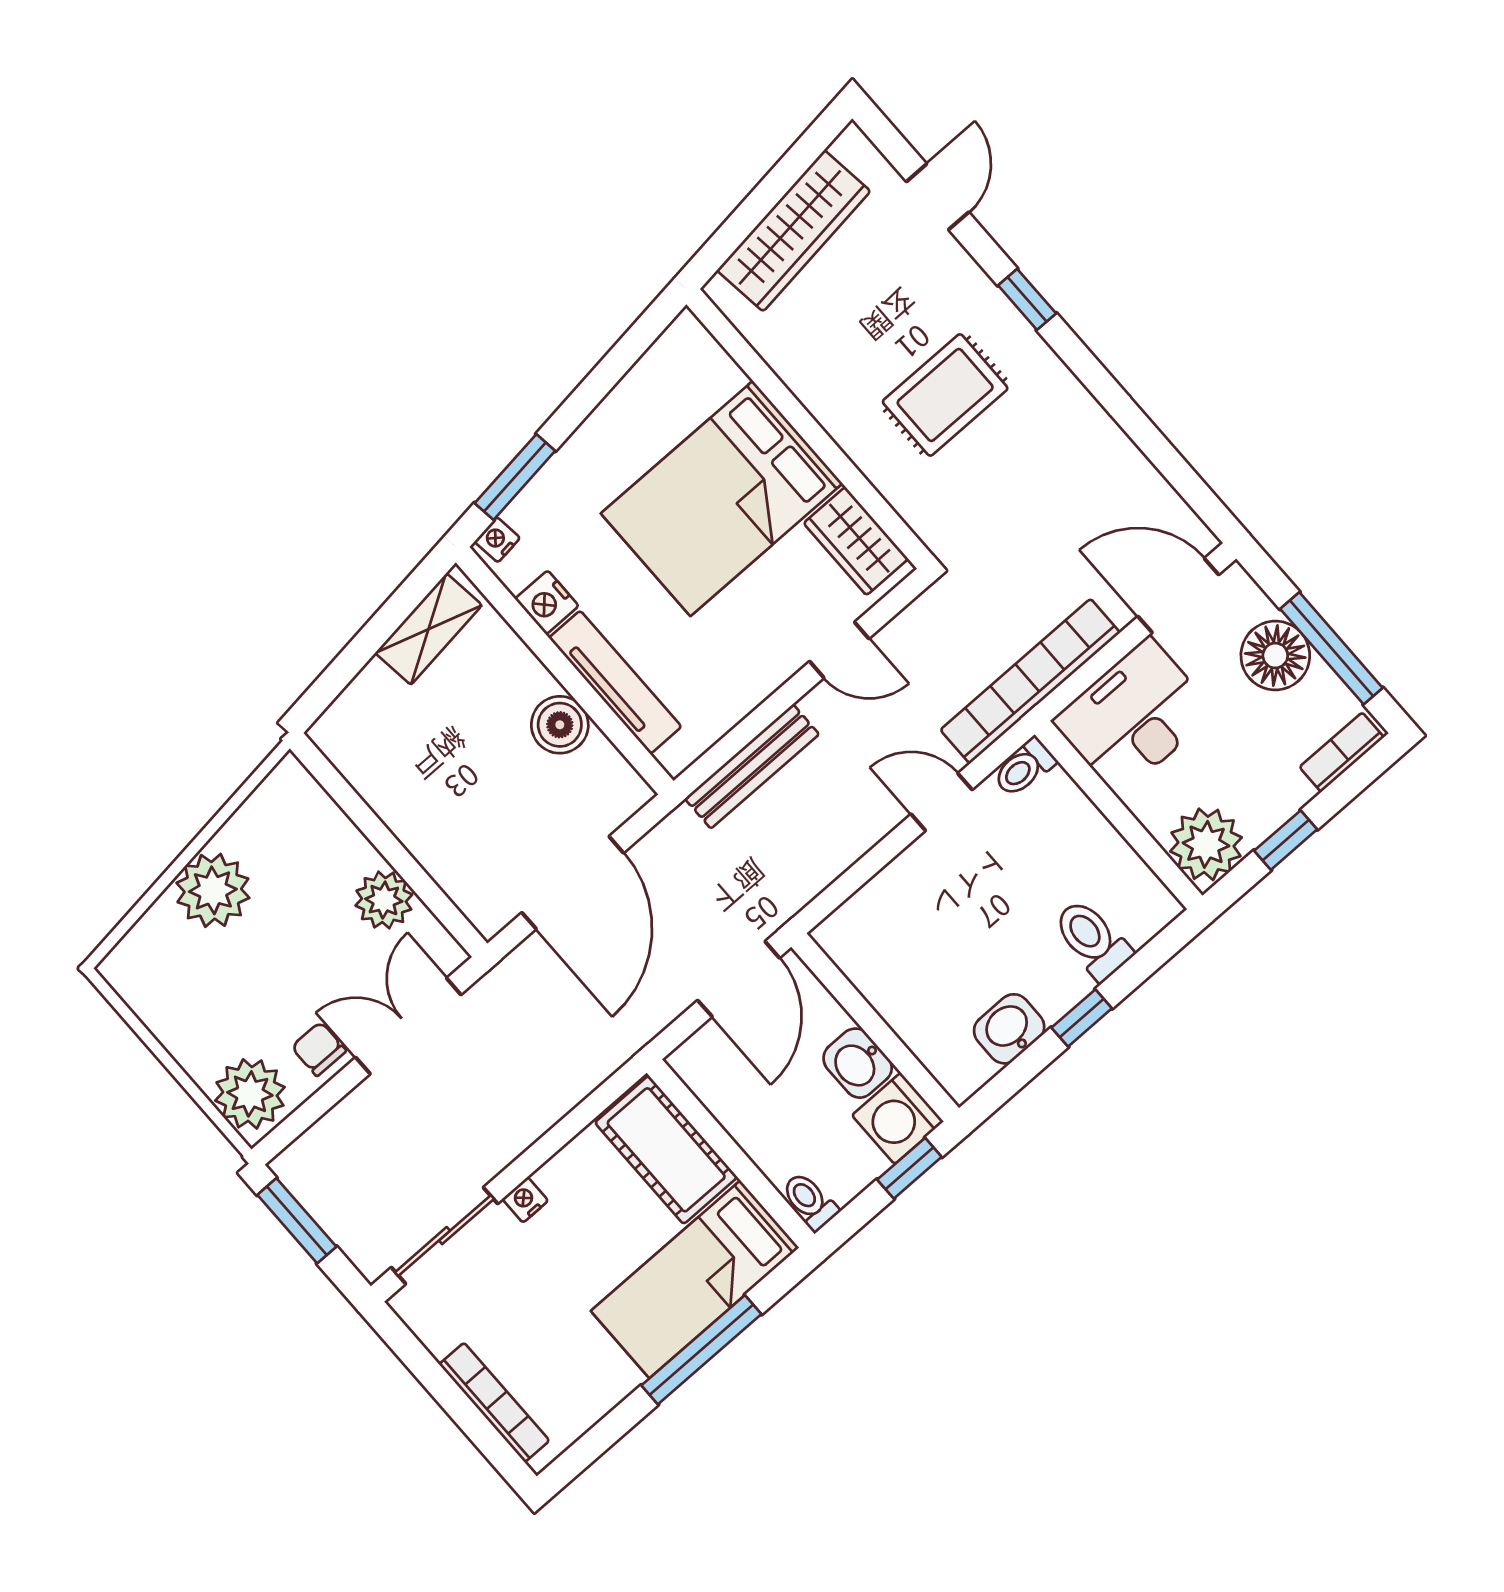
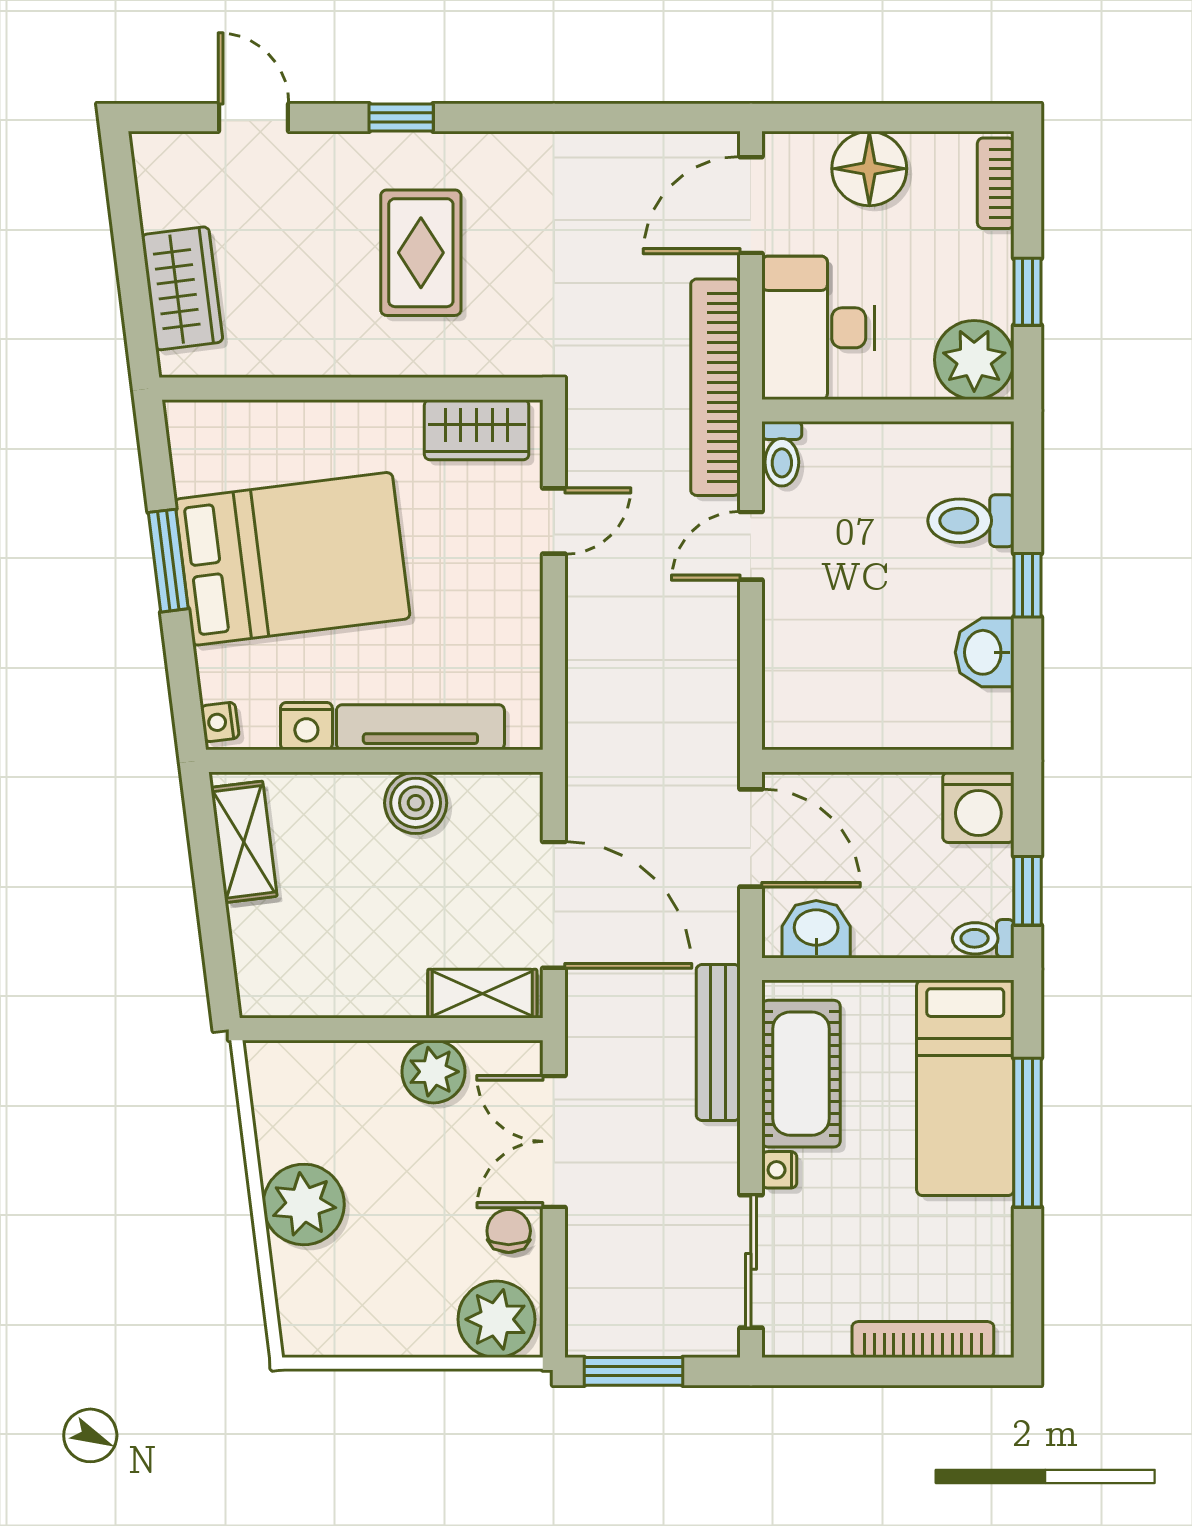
wardrobe: (794, 231) -> (182, 288), width x0.67
window: (515, 477) -> (168, 561), moved
bed: (722, 498) -> (292, 559), moved, turned -97
window: (1331, 648) -> (903, 118), removed
bench: (752, 766) -> (718, 1042), moved
shelving: (468, 887) -> (482, 994), added
chair: (319, 1049) -> (509, 1231), turned 90
washbasin: (858, 1063) -> (816, 929), moved, turned 180
cot: (666, 1150) -> (801, 1074), moved, turned 90
window: (909, 1168) -> (1028, 891), moved

